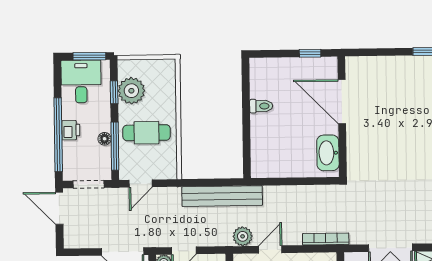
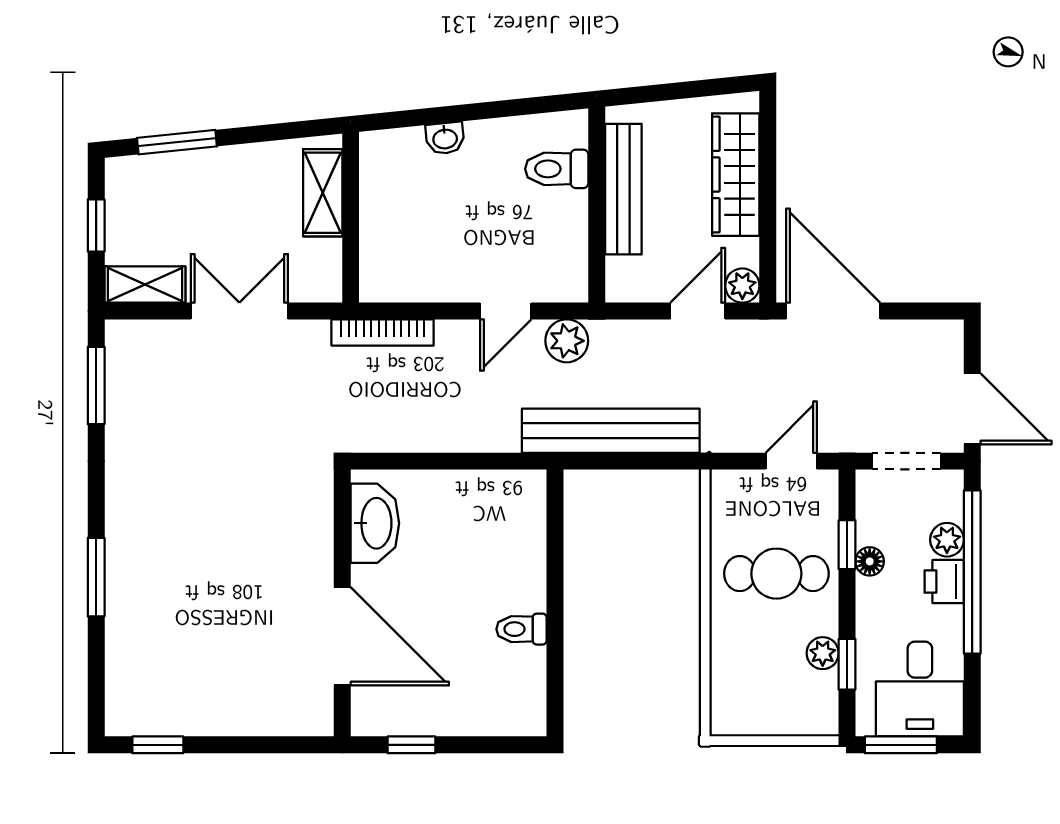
plant: (131, 91) -> (823, 653), width x0.53, depth x0.53
window: (115, 146) -> (847, 545), width x0.46
plant: (70, 149) -> (947, 540), added

